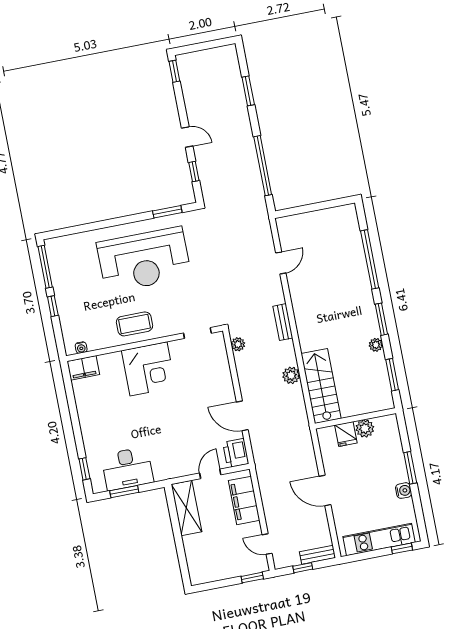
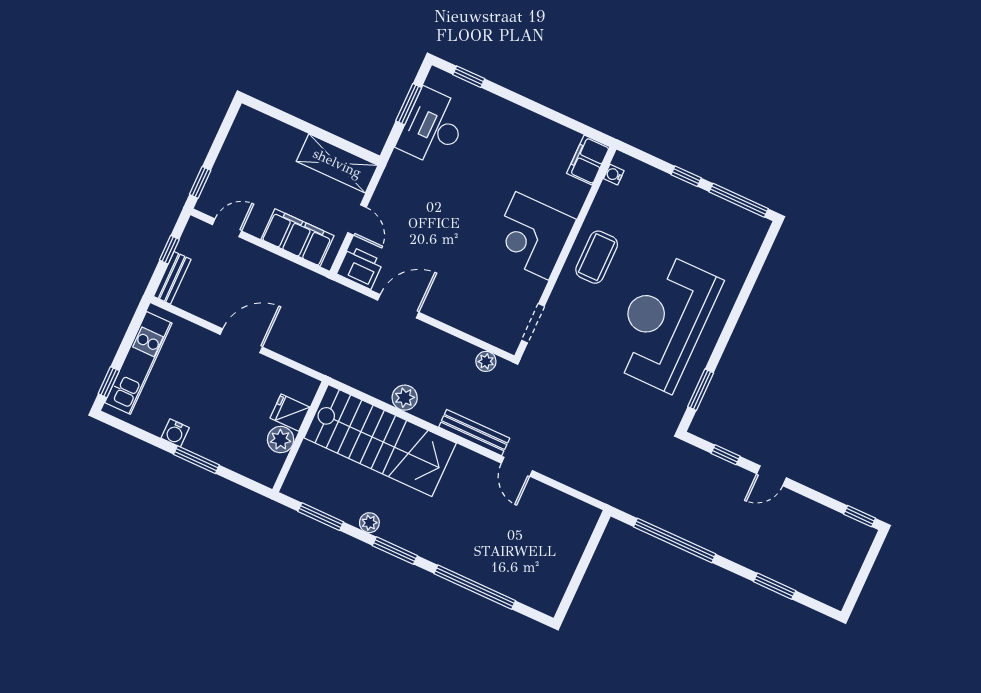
door: (281, 263) -> (517, 467), moved
bench: (283, 322) -> (474, 433), width x1.36
stairs: (321, 386) -> (380, 441), width x1.36, depth x1.51

